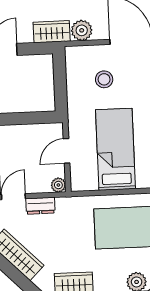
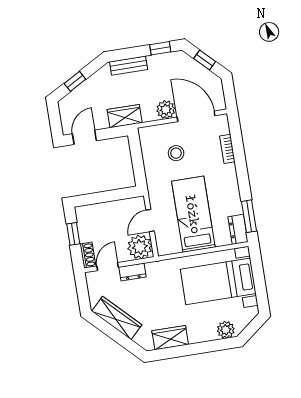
plant: (82, 30) -> (166, 110), moved
plant: (58, 185) -> (140, 247), width x1.88, depth x1.88

